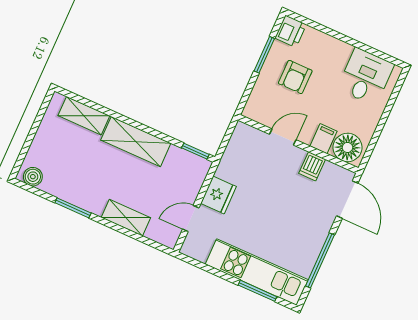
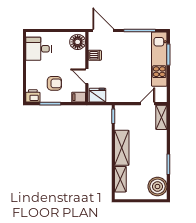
filing cabinet: (323, 139) -> (79, 97), moved
boiler: (33, 177) -> (157, 186), width x1.86, depth x1.86
fridge: (218, 195) -> (97, 95), moved
door: (347, 200) -> (103, 30), hinge flipped
shelving: (126, 218) -> (161, 117), moved
door: (191, 218) -> (147, 104), swing flipped

